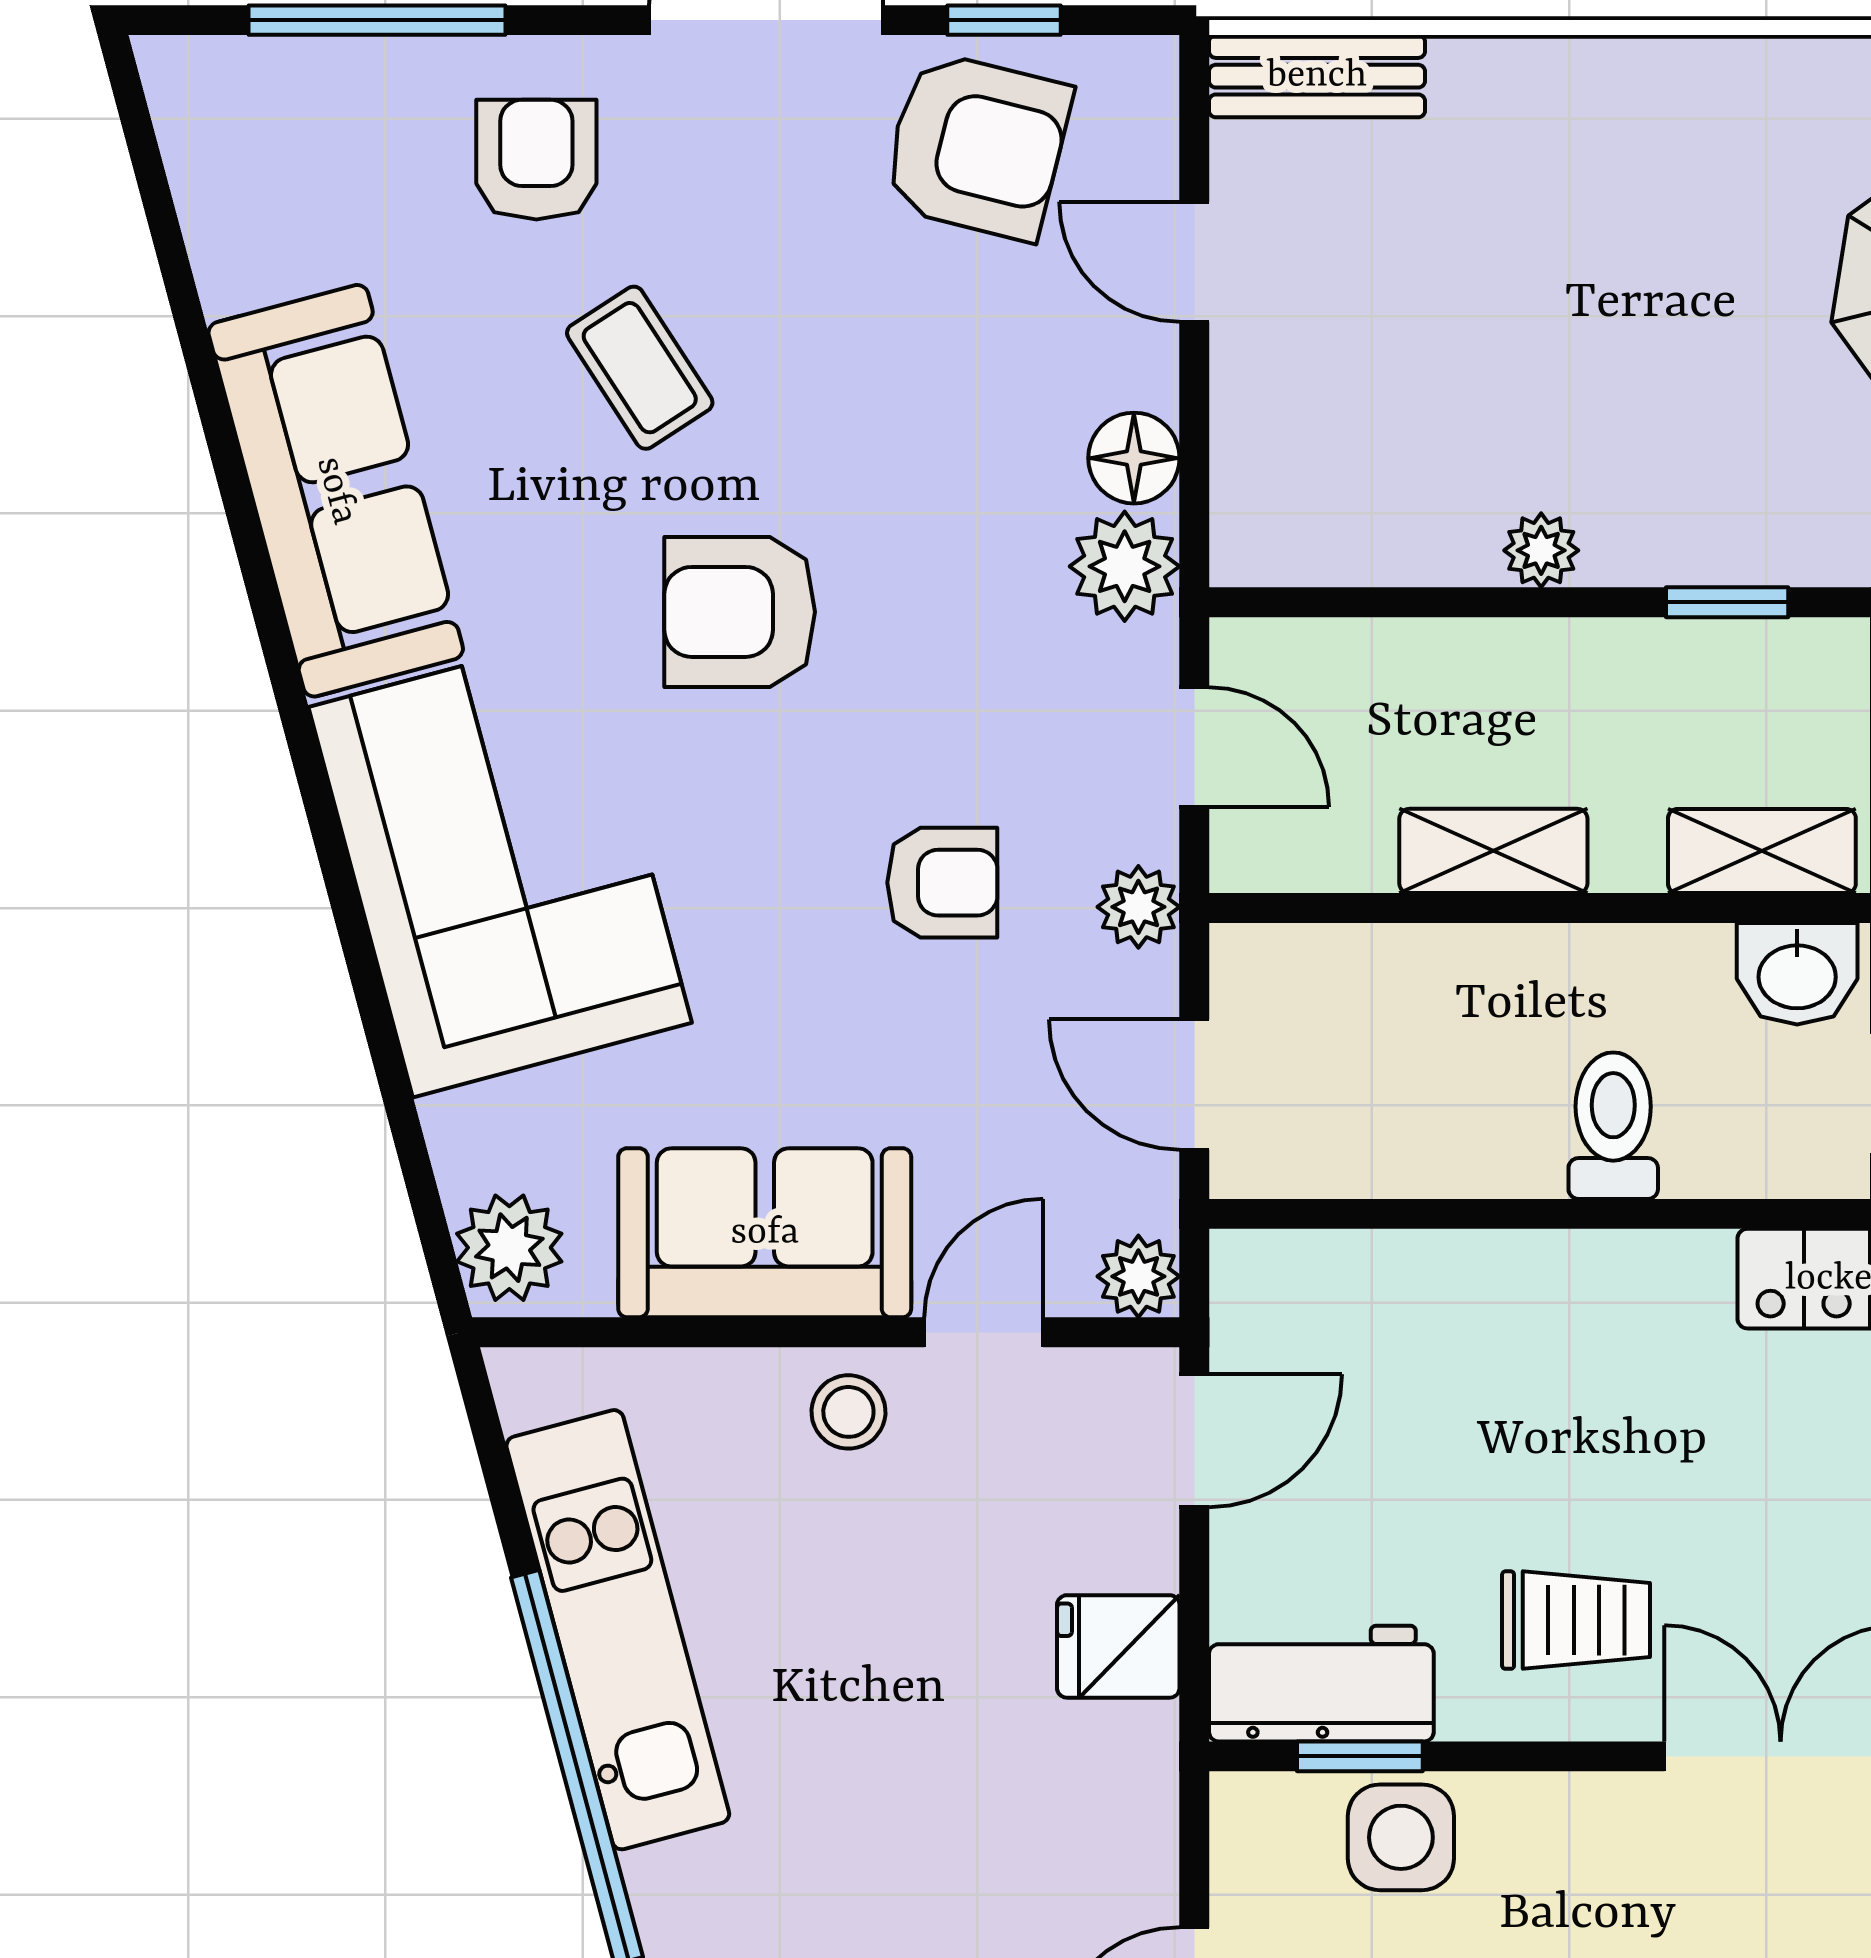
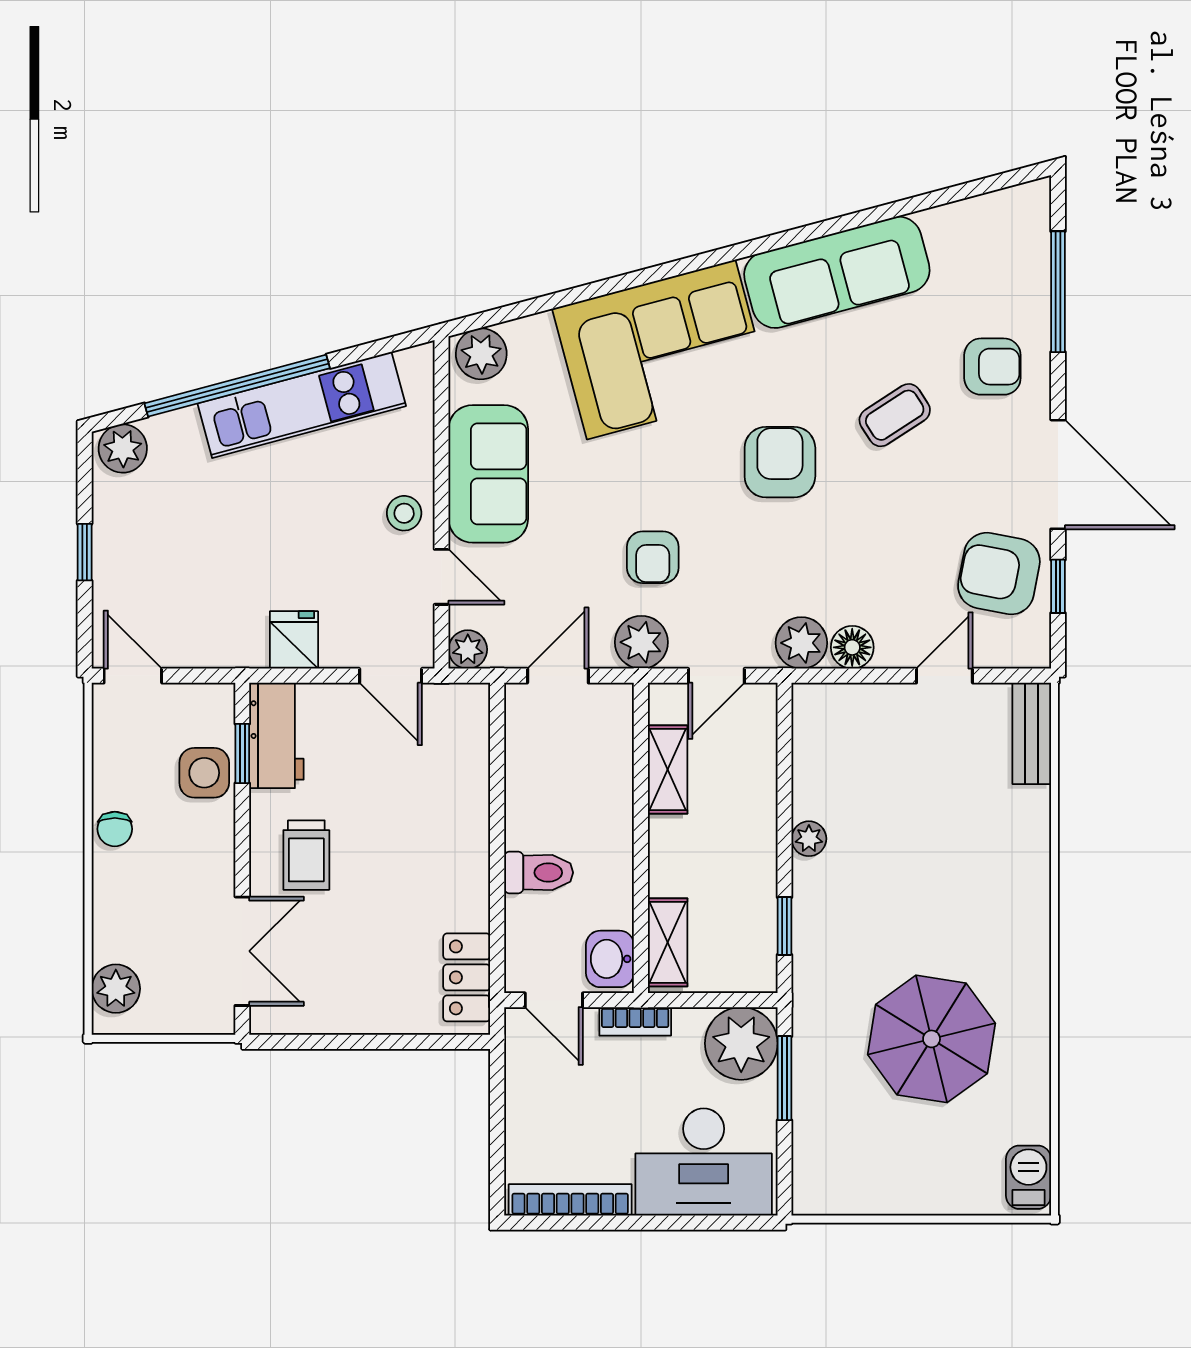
armchair: (977, 146) -> (999, 574), turned 87
shelving: (1493, 851) -> (668, 770), moved
plant: (1138, 907) -> (641, 642), width x1.38, depth x1.38

